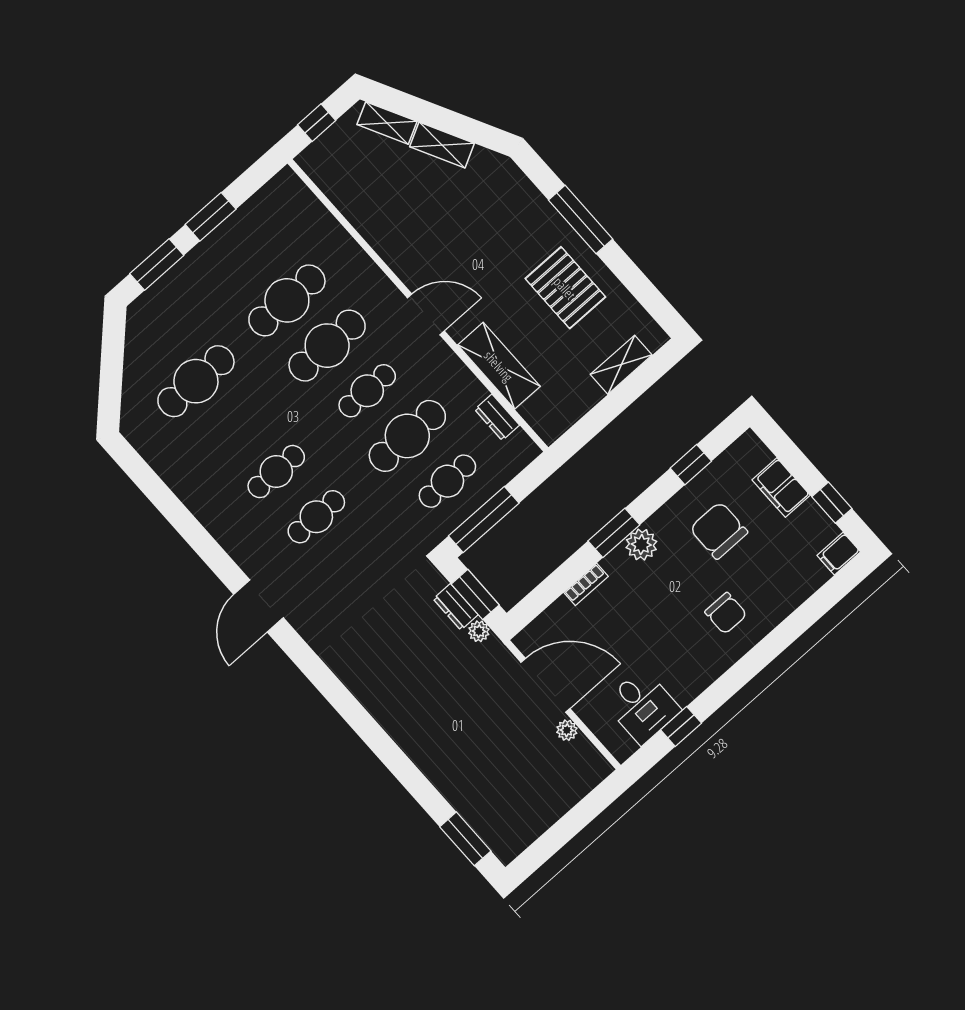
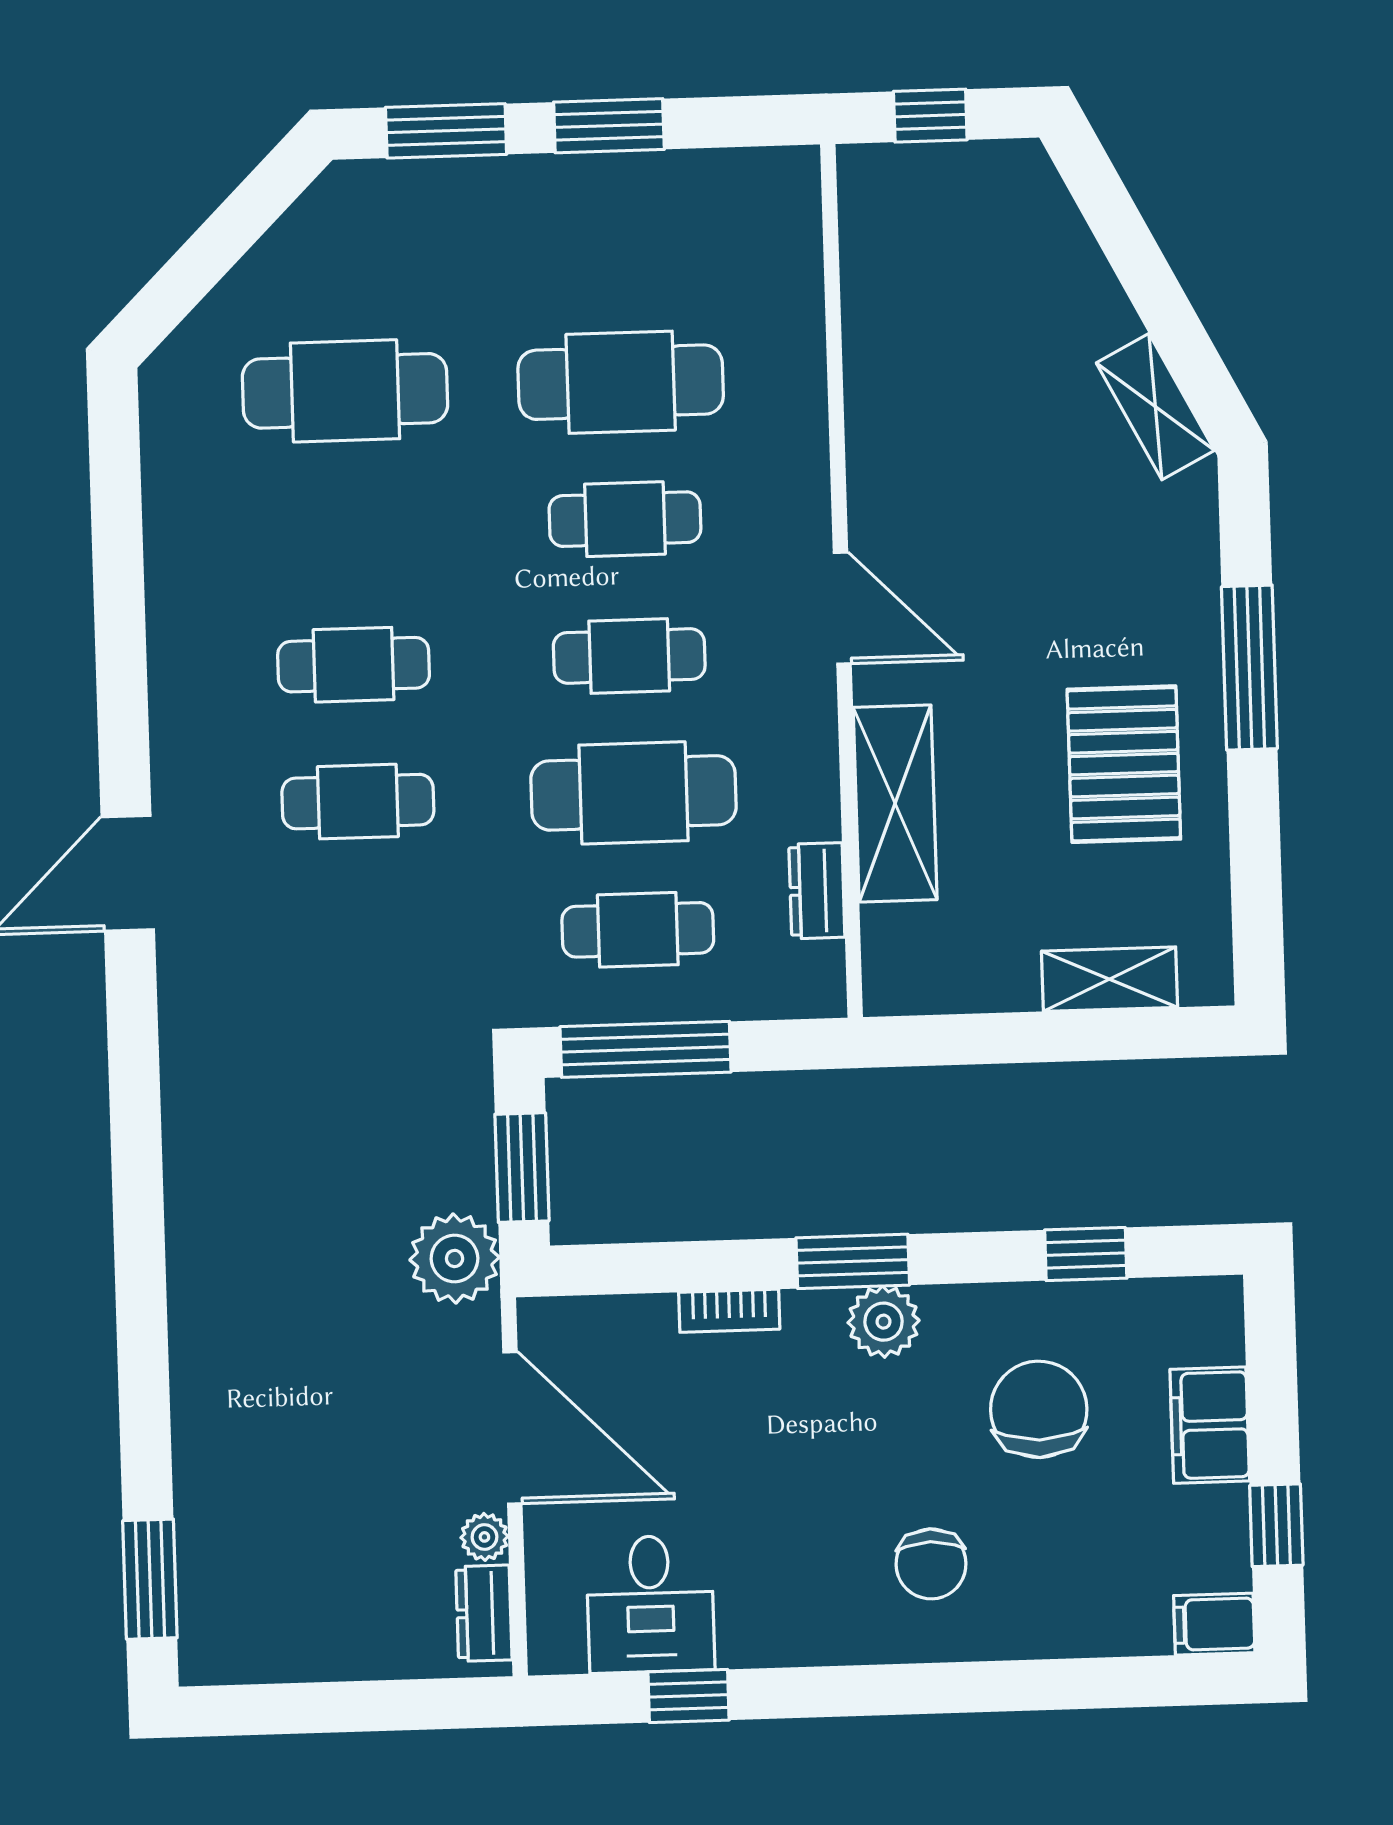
shelving: (387, 123) -> (1052, 218), removed
shelving: (442, 145) -> (1155, 407), moved
cafe table: (327, 346) -> (625, 519), width x0.73, depth x0.74
dresser: (456, 607) -> (484, 1613), moved
plant: (479, 631) -> (455, 1258), width x1.88, depth x1.88

